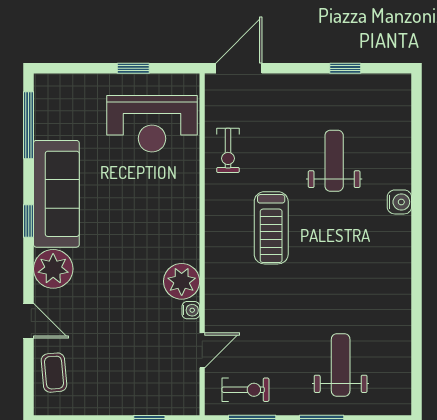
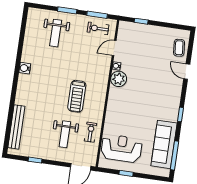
bench: (399, 138) -> (16, 127), added
weight bench: (334, 161) -> (65, 134), moved
sofa: (56, 194) -> (164, 144), moved
water cooler: (399, 202) -> (25, 68), moved
treadmill: (271, 228) -> (77, 96), turned 180
plant: (53, 269) -> (173, 92), removed

